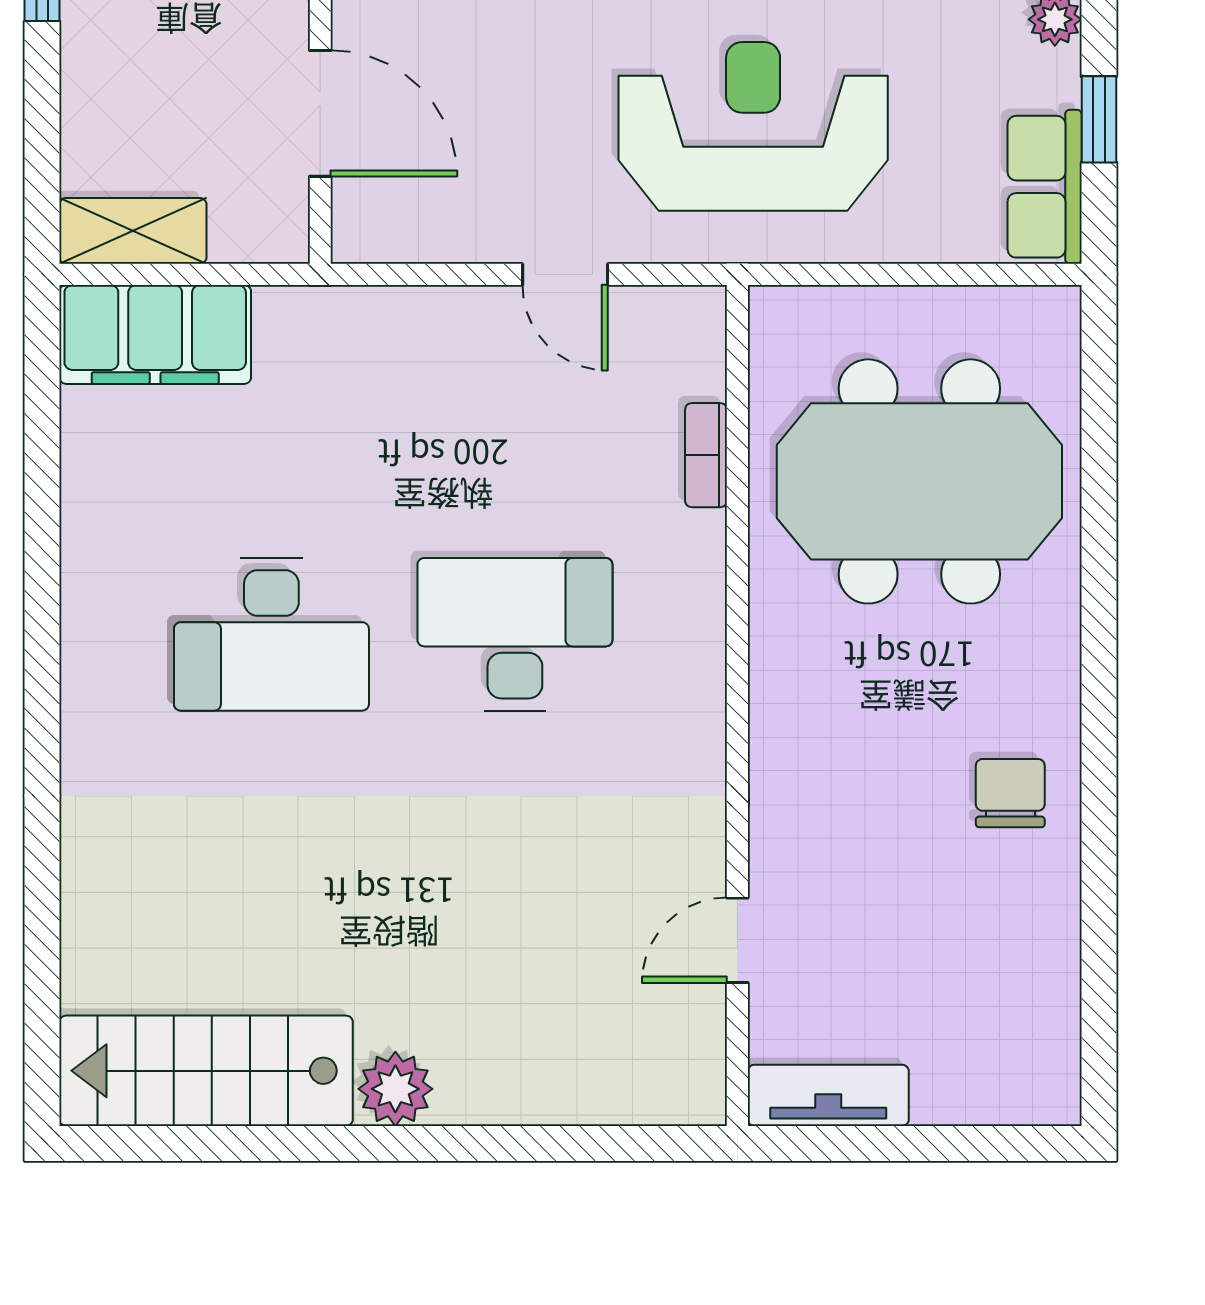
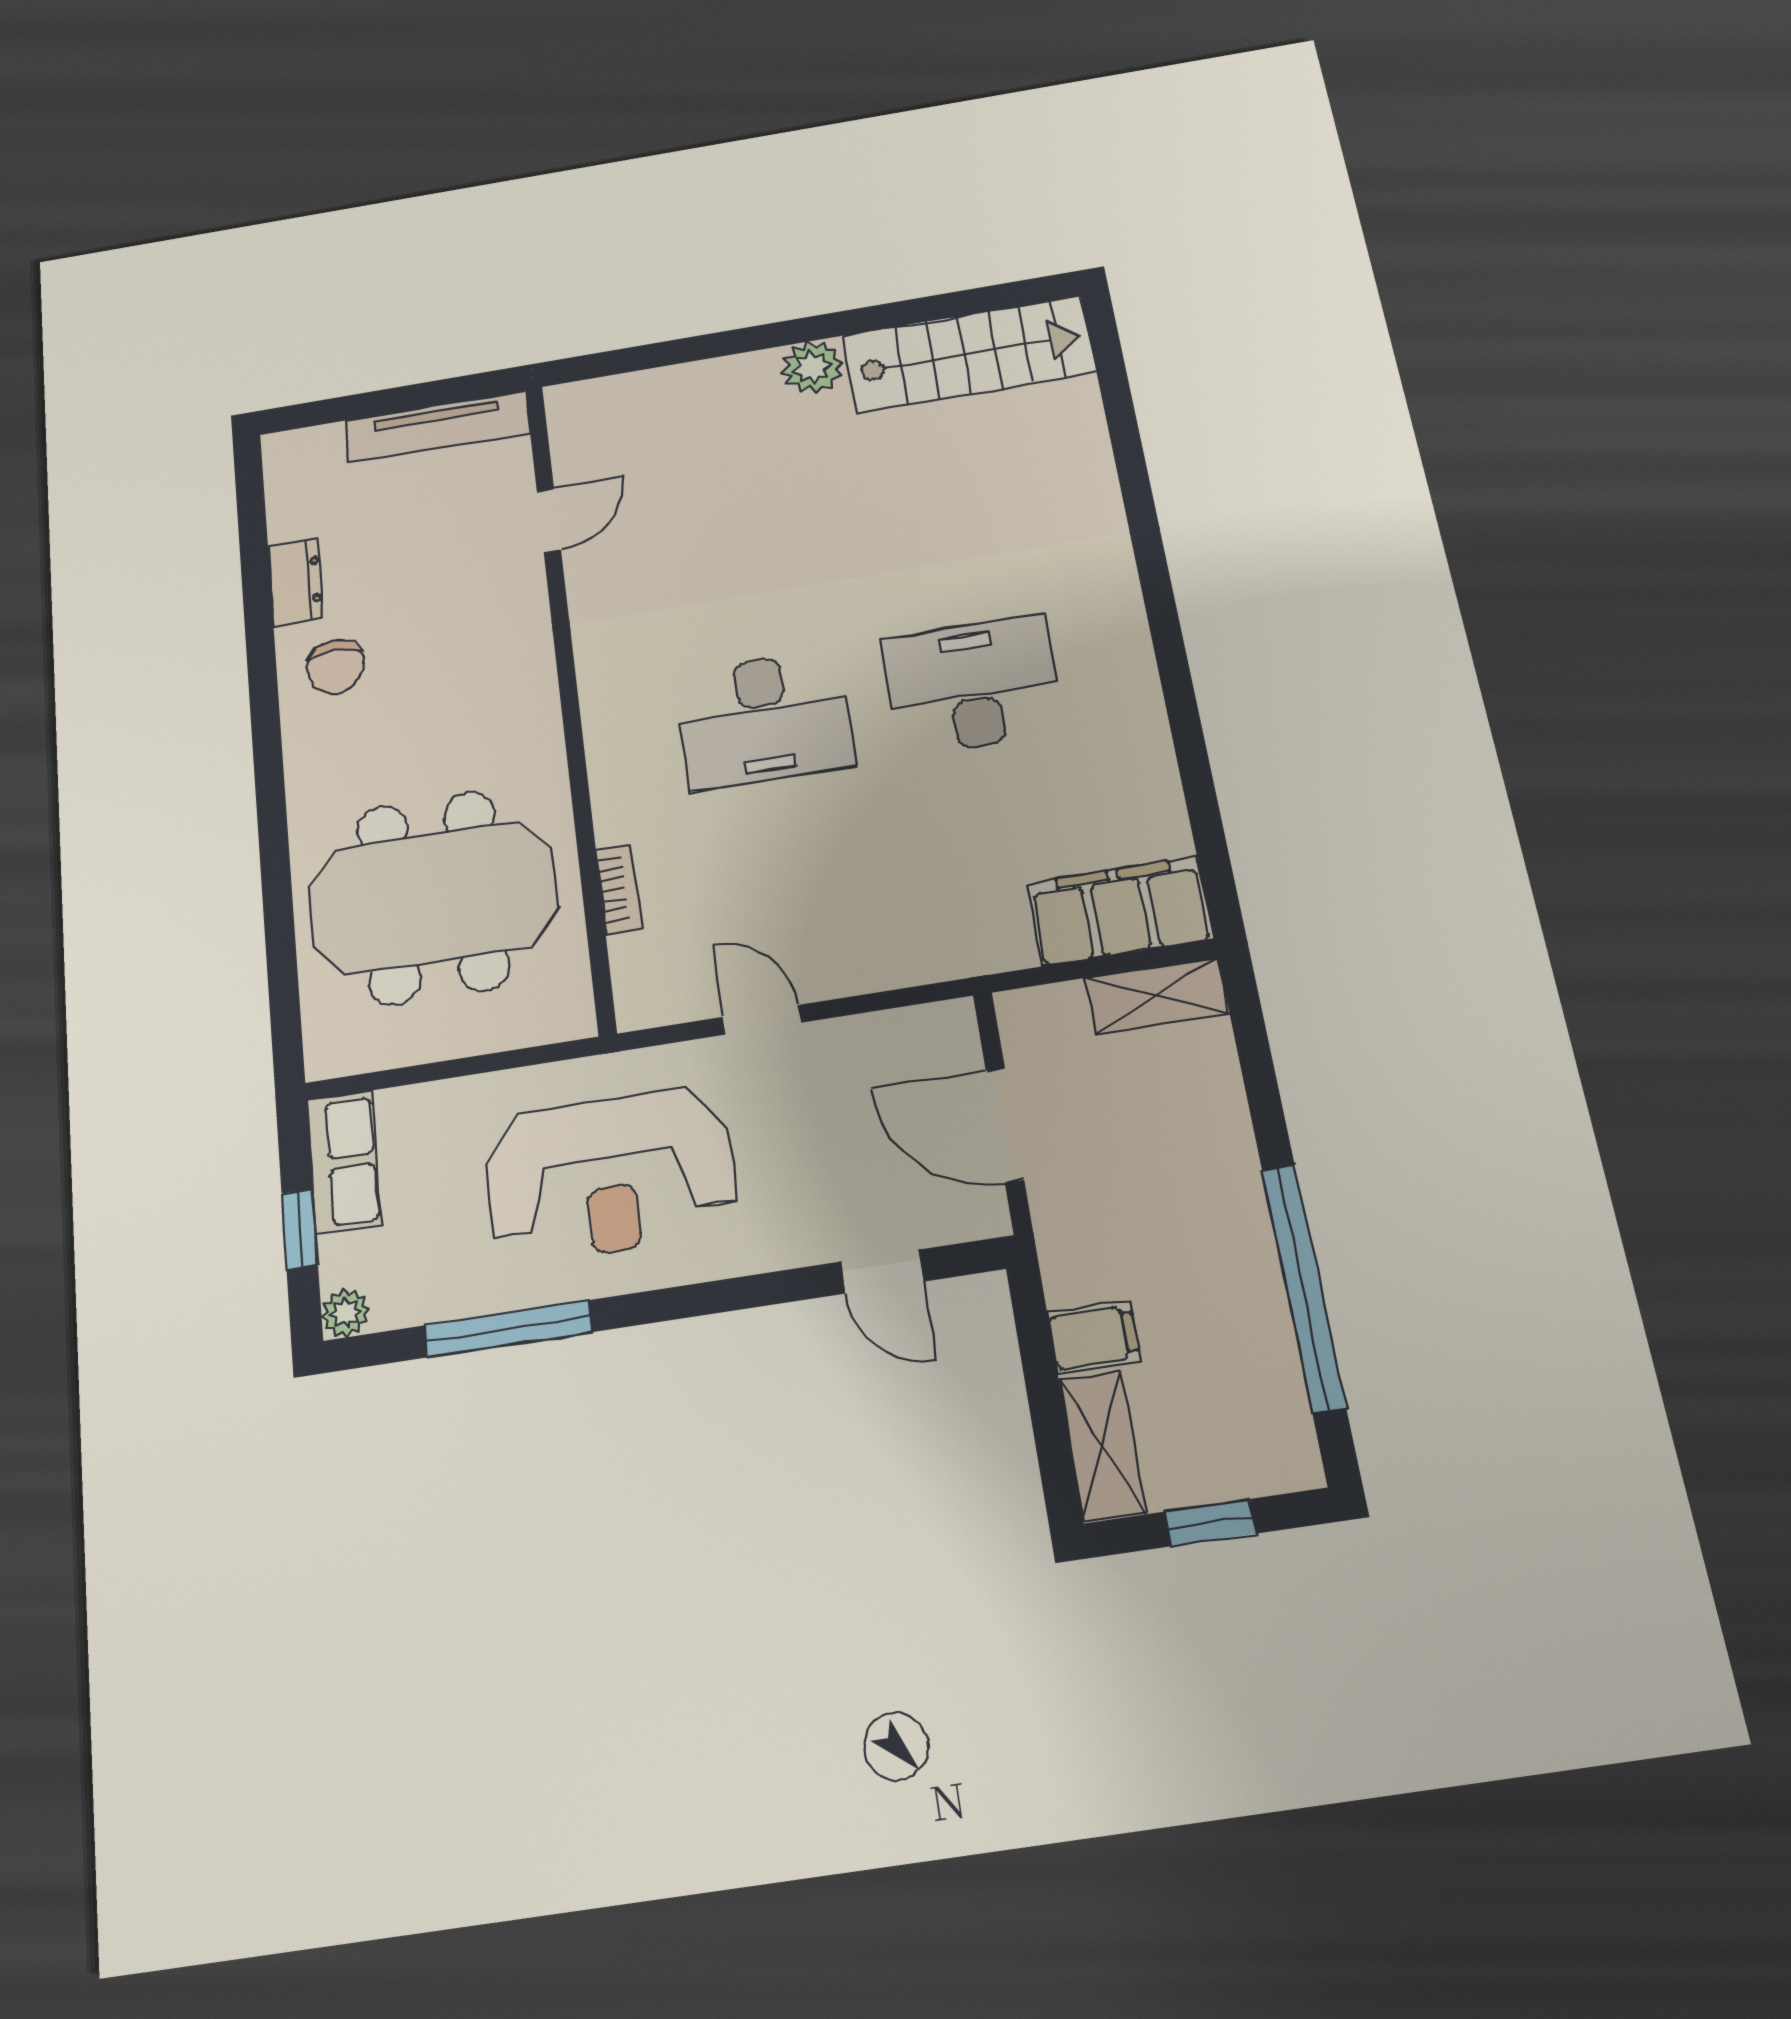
dresser: (1051, 914) -> (296, 582), added
tv unit: (828, 1095) -> (437, 427), width x1.41

